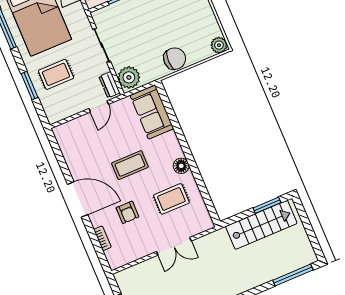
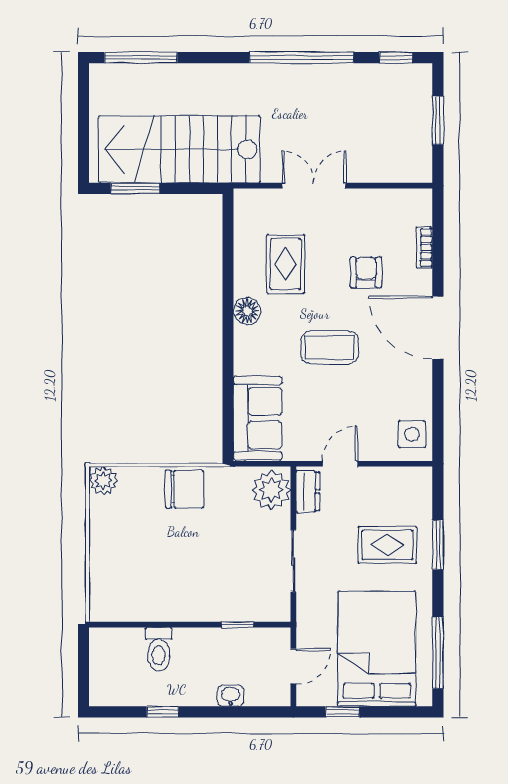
chair: (175, 59) -> (184, 489), turned 180
side table: (68, 138) -> (412, 434), added
rug: (171, 199) -> (286, 264), turned 90
stairs: (261, 225) -> (179, 149), width x1.36, depth x1.51

